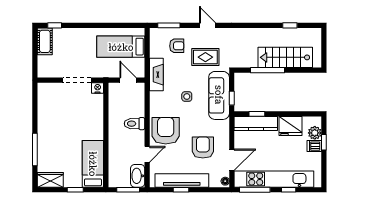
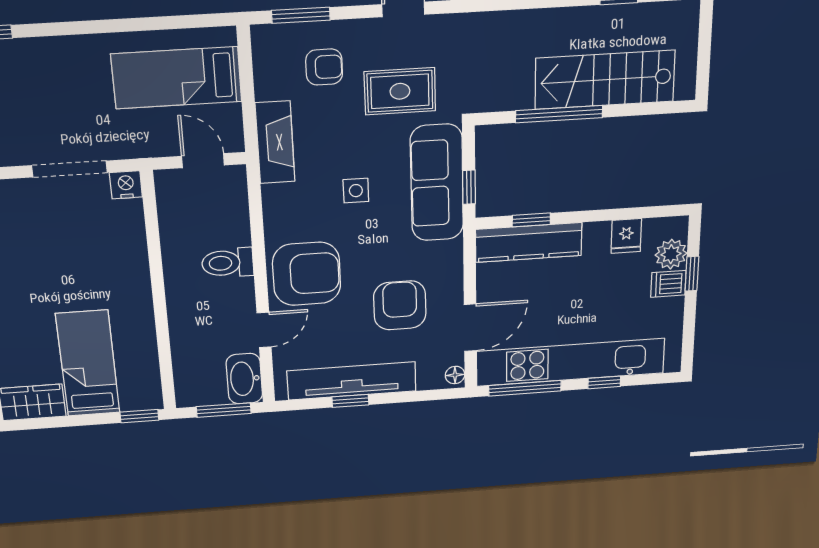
fridge: (291, 126) -> (626, 236), width x0.53, depth x0.75
armchair: (166, 131) -> (307, 274), turned 90
bed: (93, 164) -> (88, 364), moved
window: (75, 190) -> (139, 416), moved

